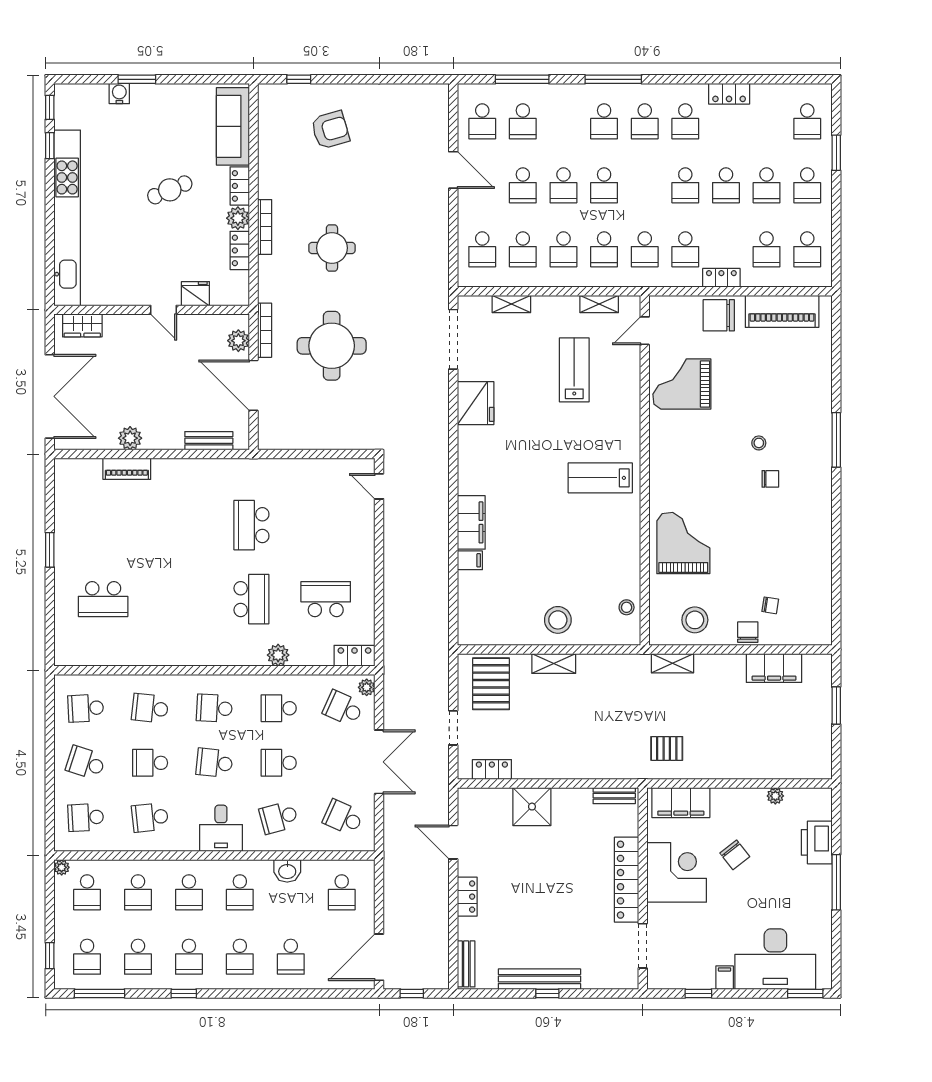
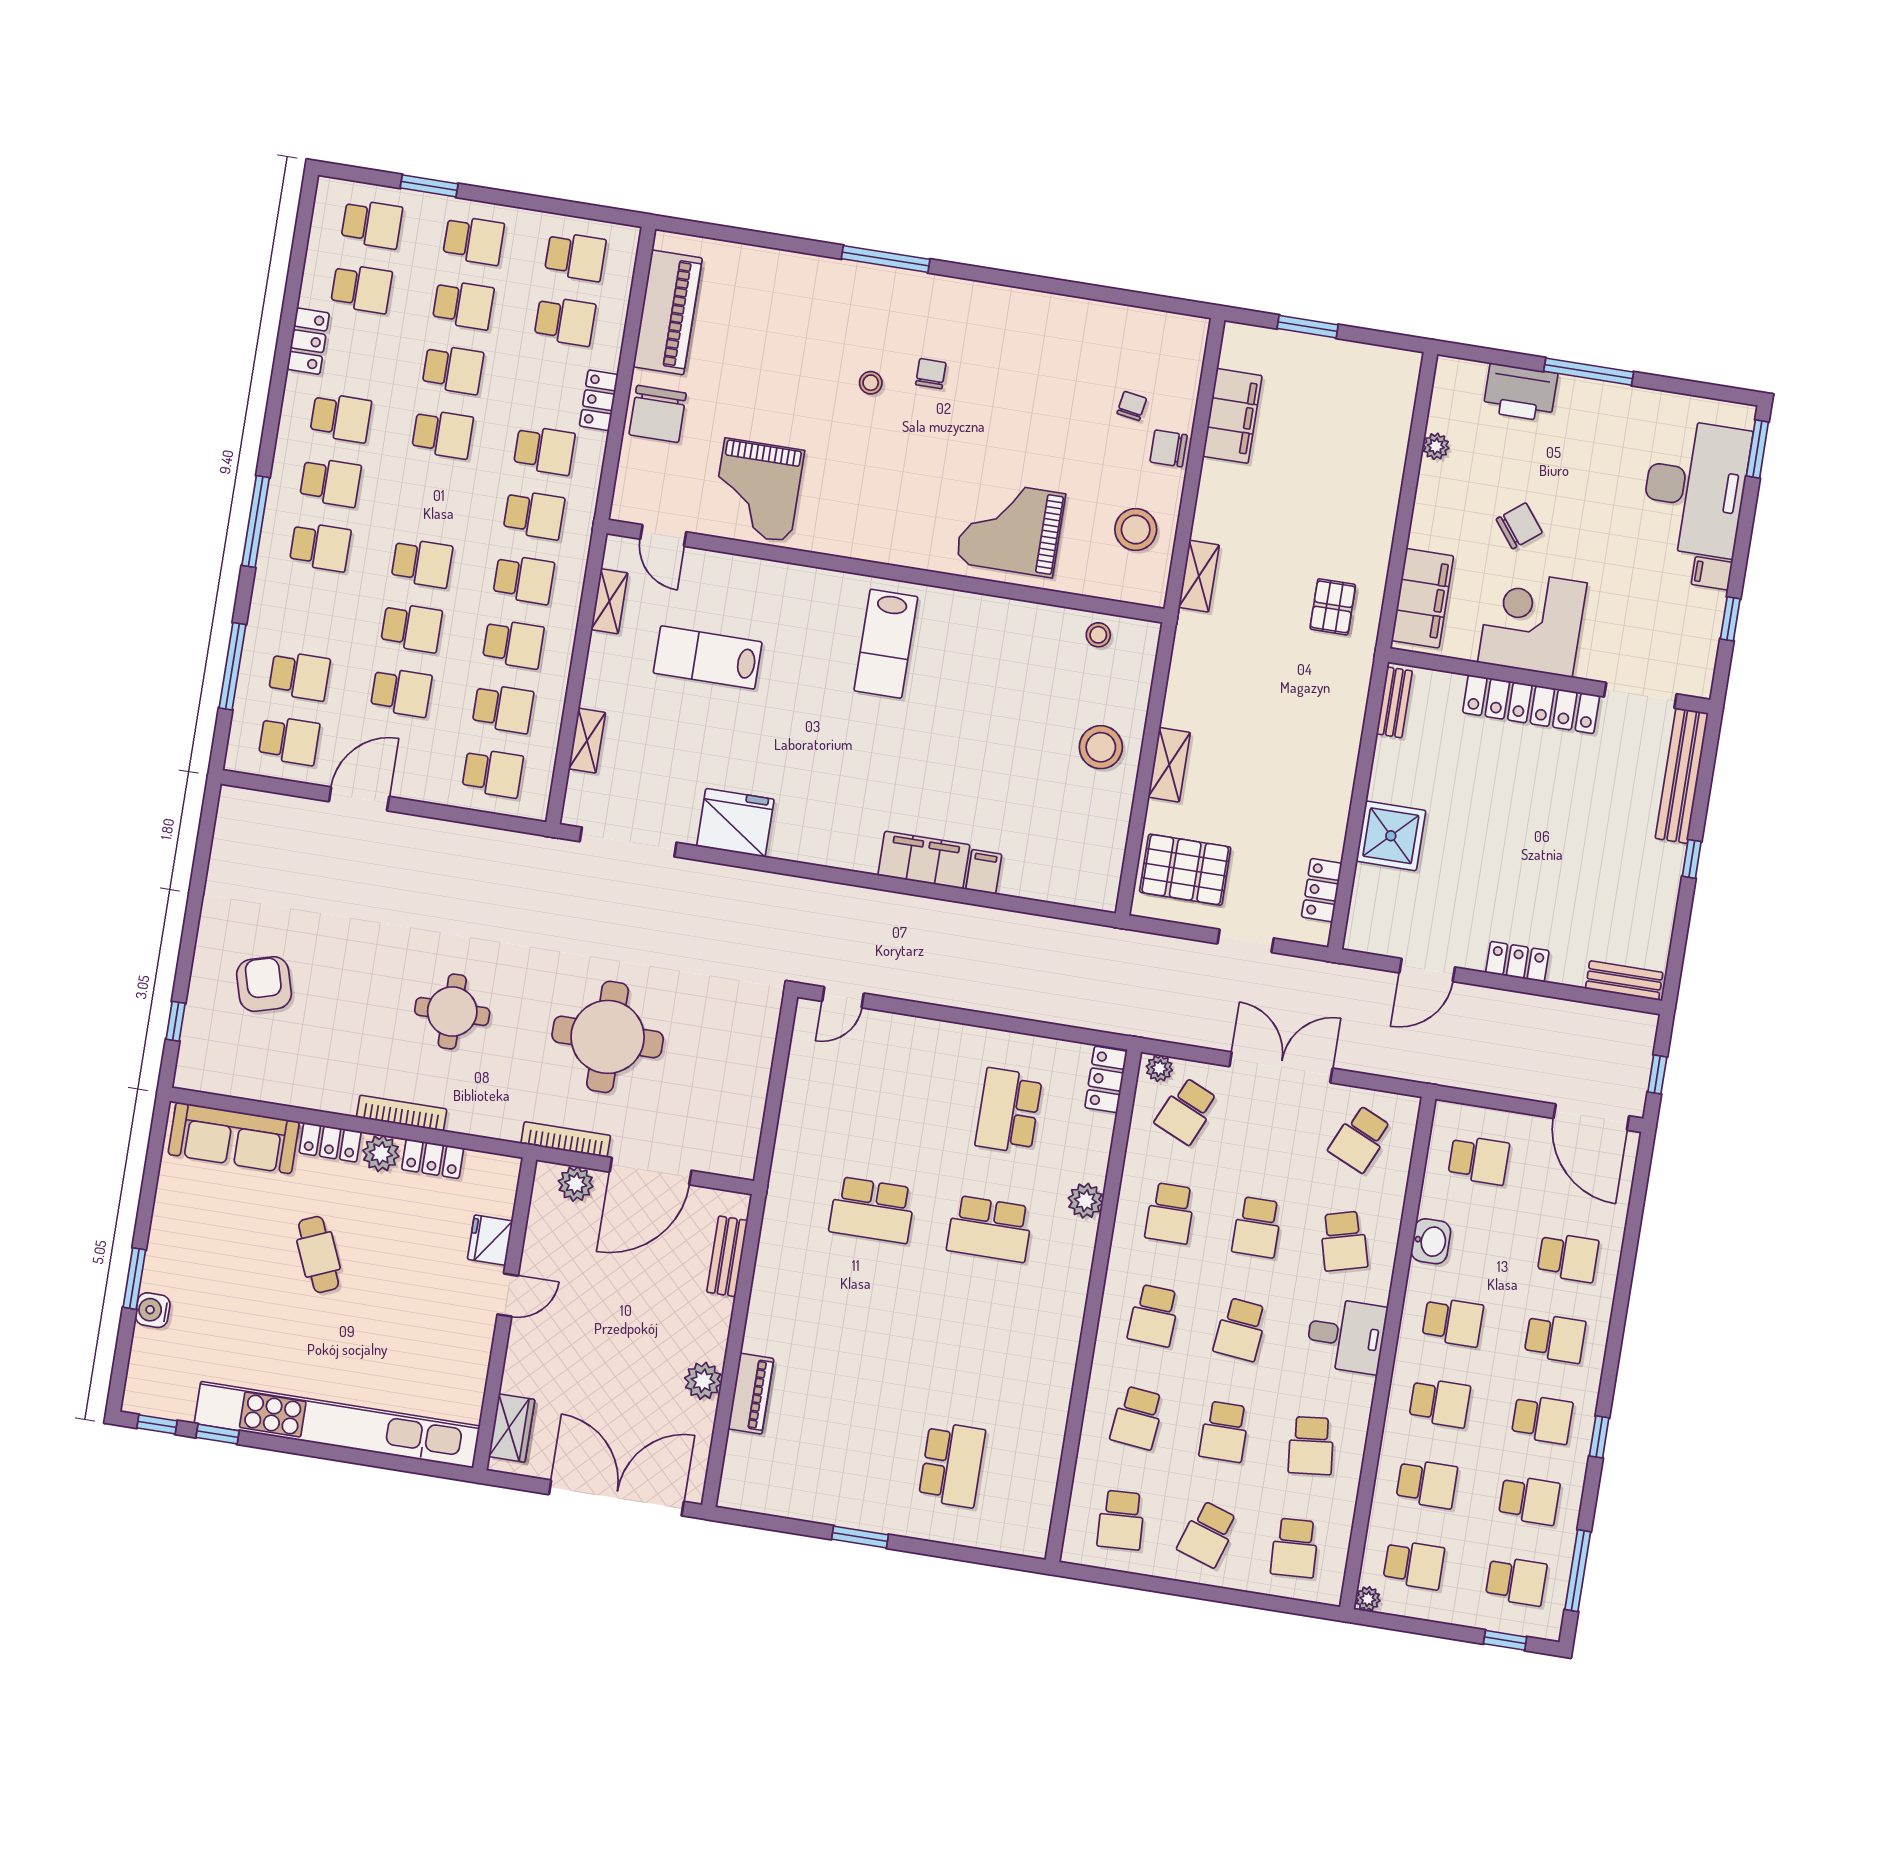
school desk: (767, 121) -> (361, 289), added
school desk: (251, 599) -> (990, 1229), turned 180
bench: (539, 979) -> (1682, 776), moved

